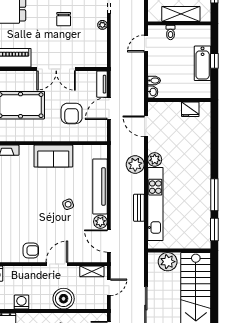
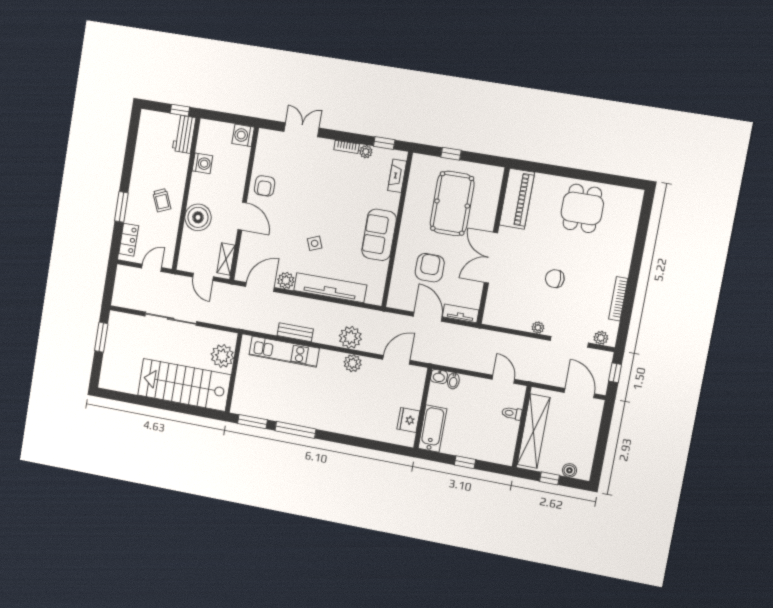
shelving: (181, 14) -> (534, 431), width x1.47
bathtub: (203, 63) -> (432, 429), moved, turned 90
armchair: (72, 113) -> (430, 268), turned 90
kitchen unit: (155, 204) -> (284, 352), width x0.73

